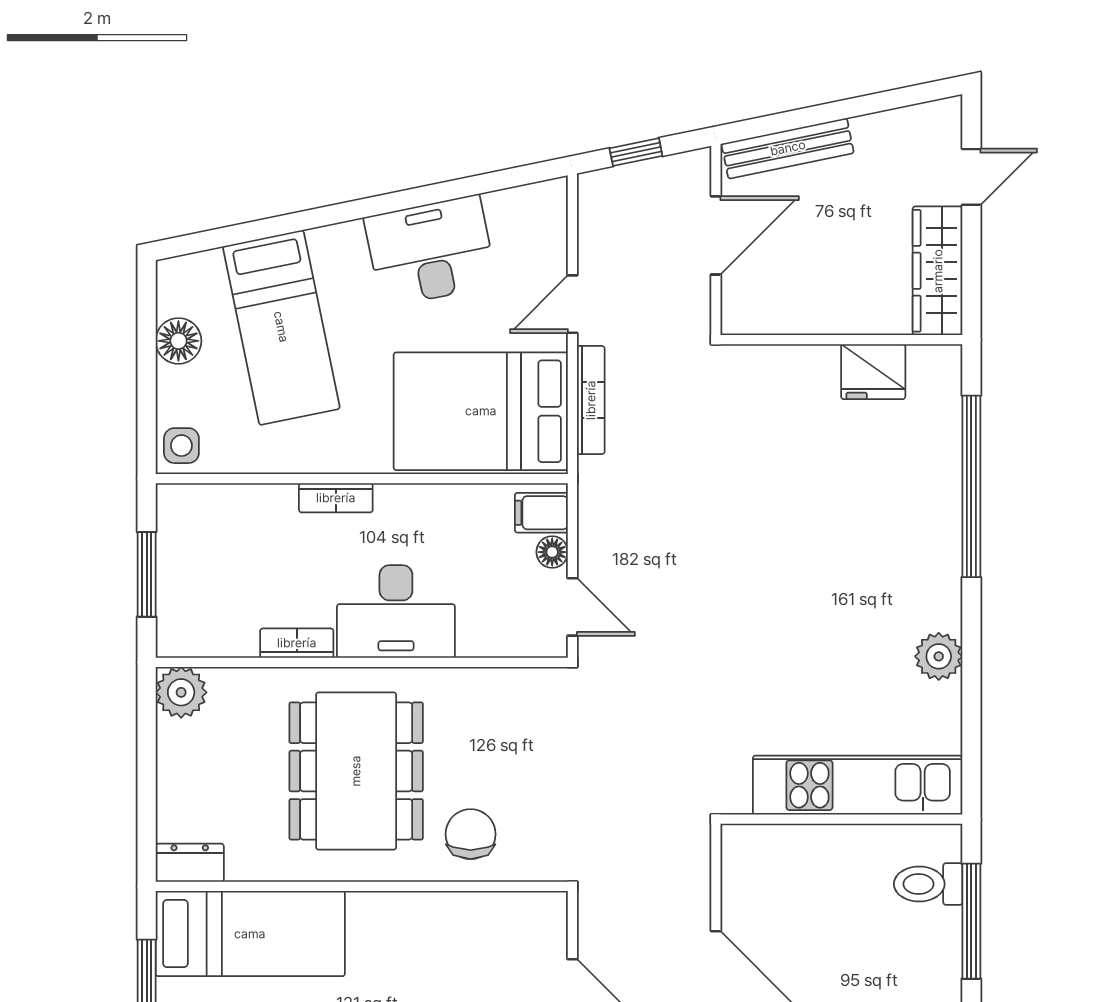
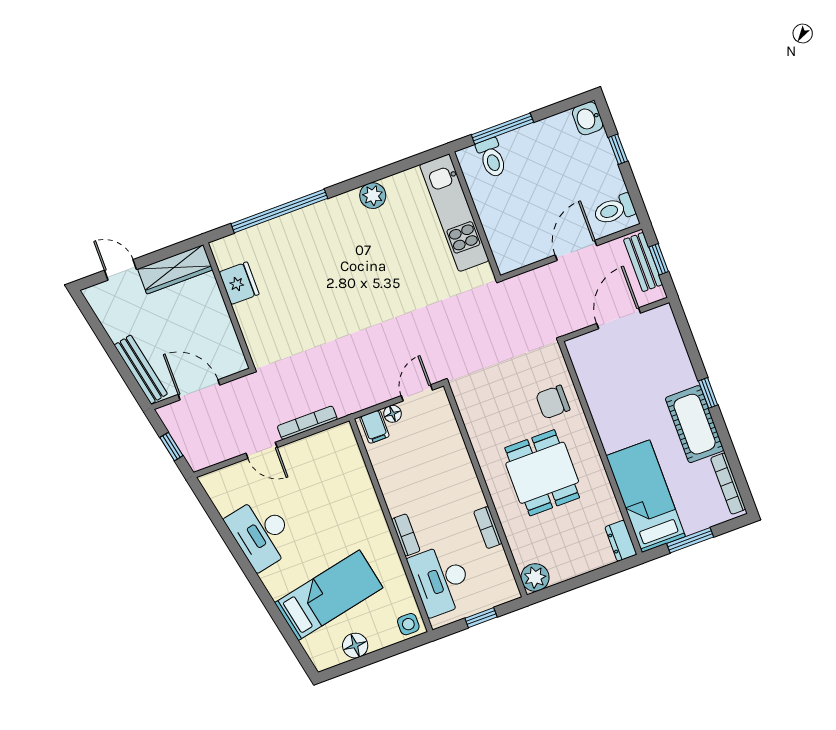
bed: (481, 411) -> (334, 477), removed
window: (147, 574) -> (481, 618), width x0.67
desk: (396, 612) -> (441, 580), moved, turned 180
dining table: (356, 771) -> (542, 473), width x0.73

